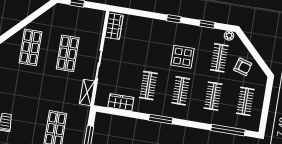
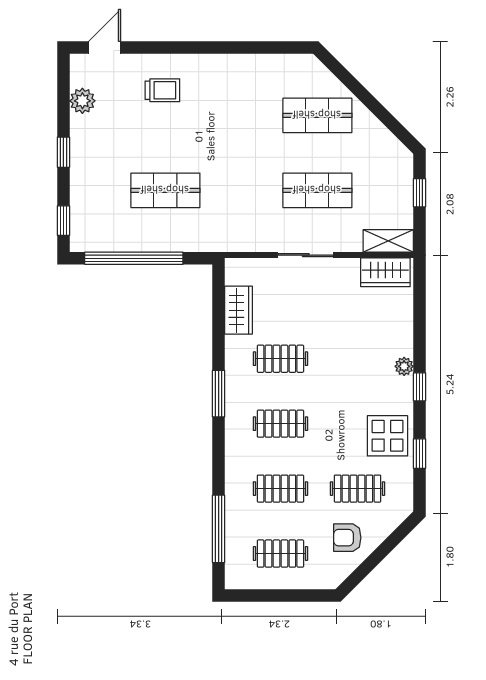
plant: (229, 36) -> (404, 366), moved
display table: (183, 57) -> (387, 436), moved
armchair: (243, 67) -> (347, 538), turned 74
shelving: (87, 92) -> (388, 241), moved

